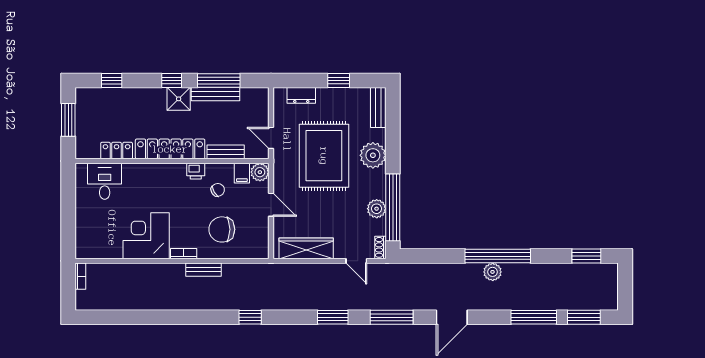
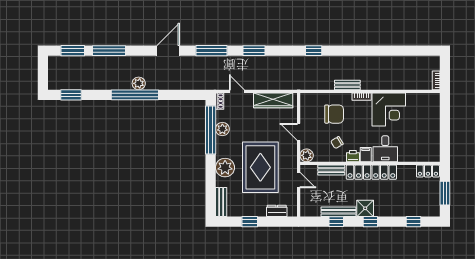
window: (219, 81) -> (336, 222), width x0.46
locker: (117, 151) -> (428, 171), moved
filing cabinet: (242, 173) -> (366, 155), moved
desk: (105, 181) -> (385, 149), moved

